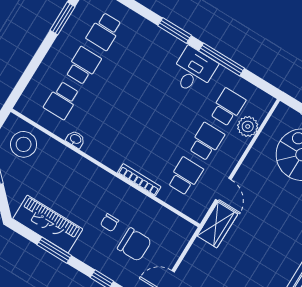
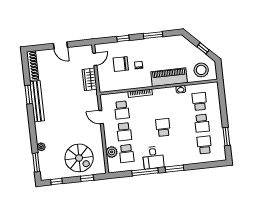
school desk: (145, 104) -> (163, 127), added
piano: (48, 224) -> (169, 77), moved, turned 180
wardrobe: (217, 225) -> (90, 79), moved

